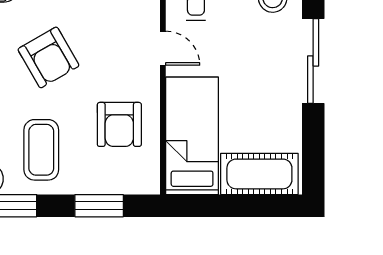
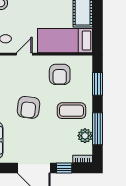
armchair: (48, 57) -> (29, 107), turned 127
armchair: (119, 124) -> (60, 74), turned 90

